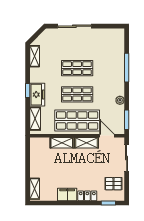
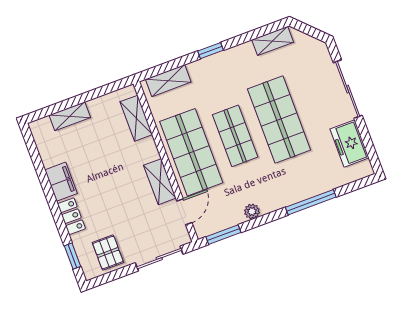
shop shelf: (77, 68) -> (279, 120), width x1.43, depth x1.36
freezer: (37, 95) -> (350, 143), moved, turned 90
shelving: (62, 143) -> (136, 118), moved
shelving: (35, 189) -> (70, 116), moved

